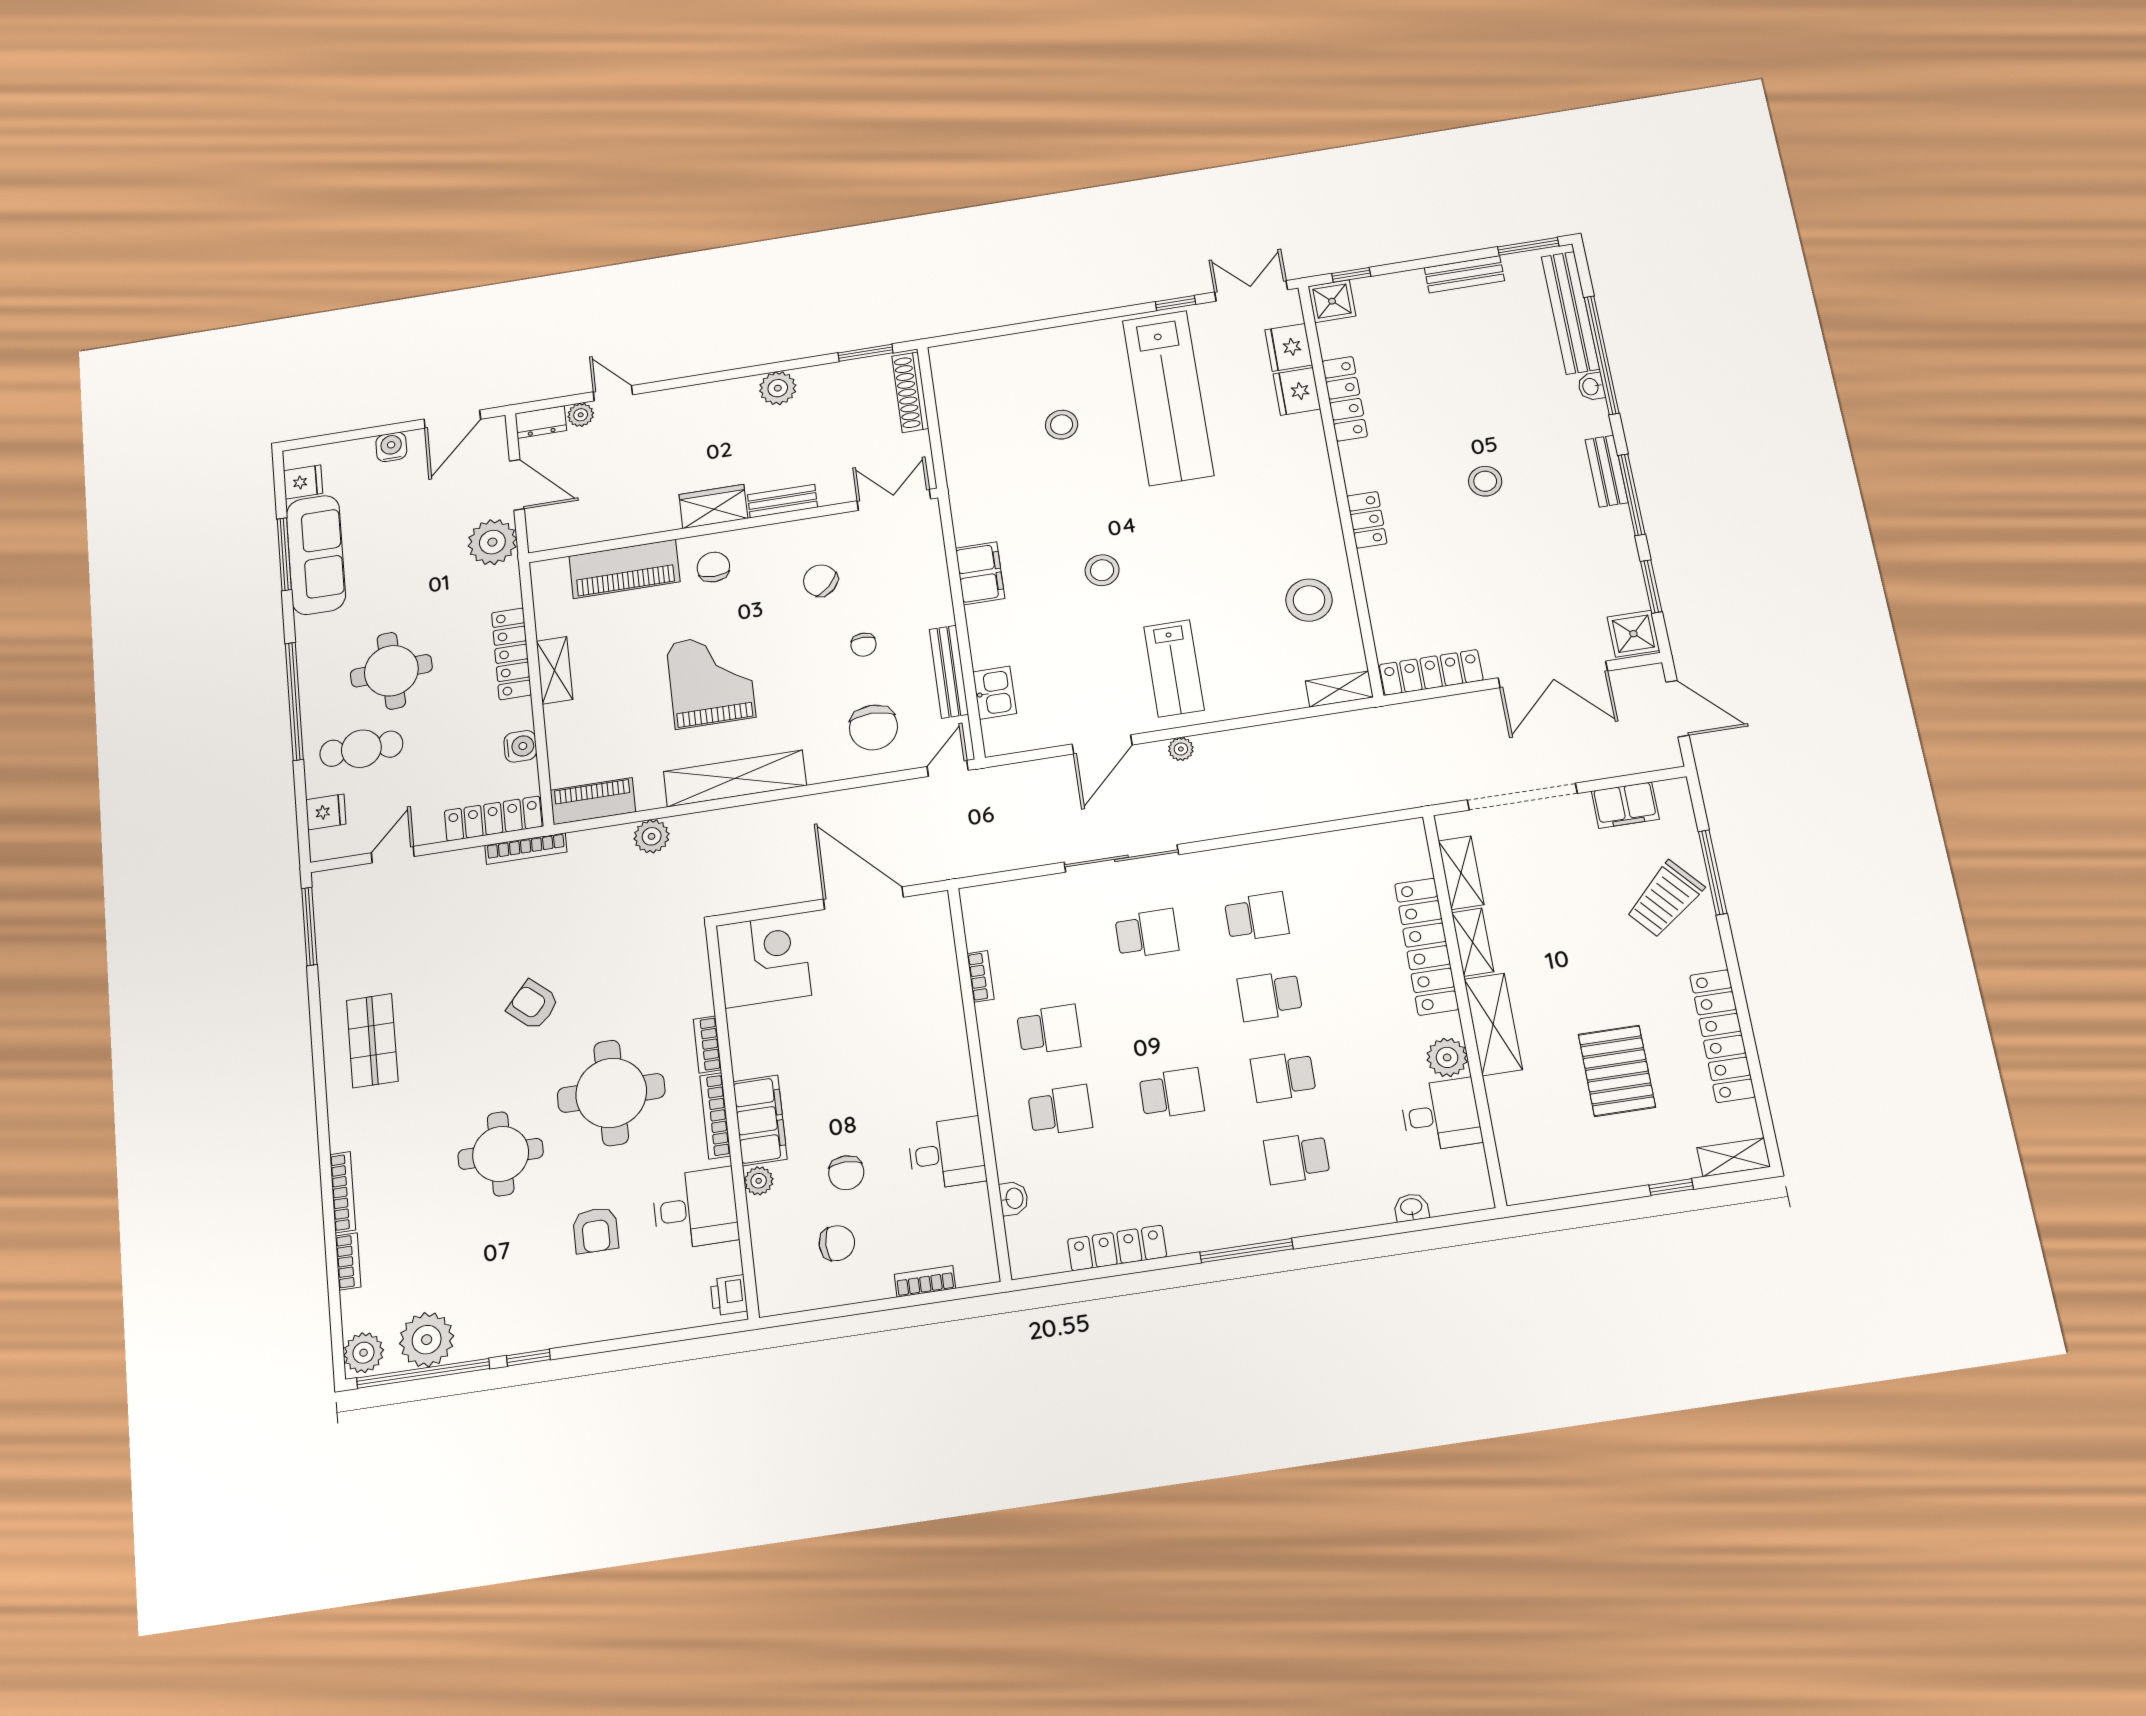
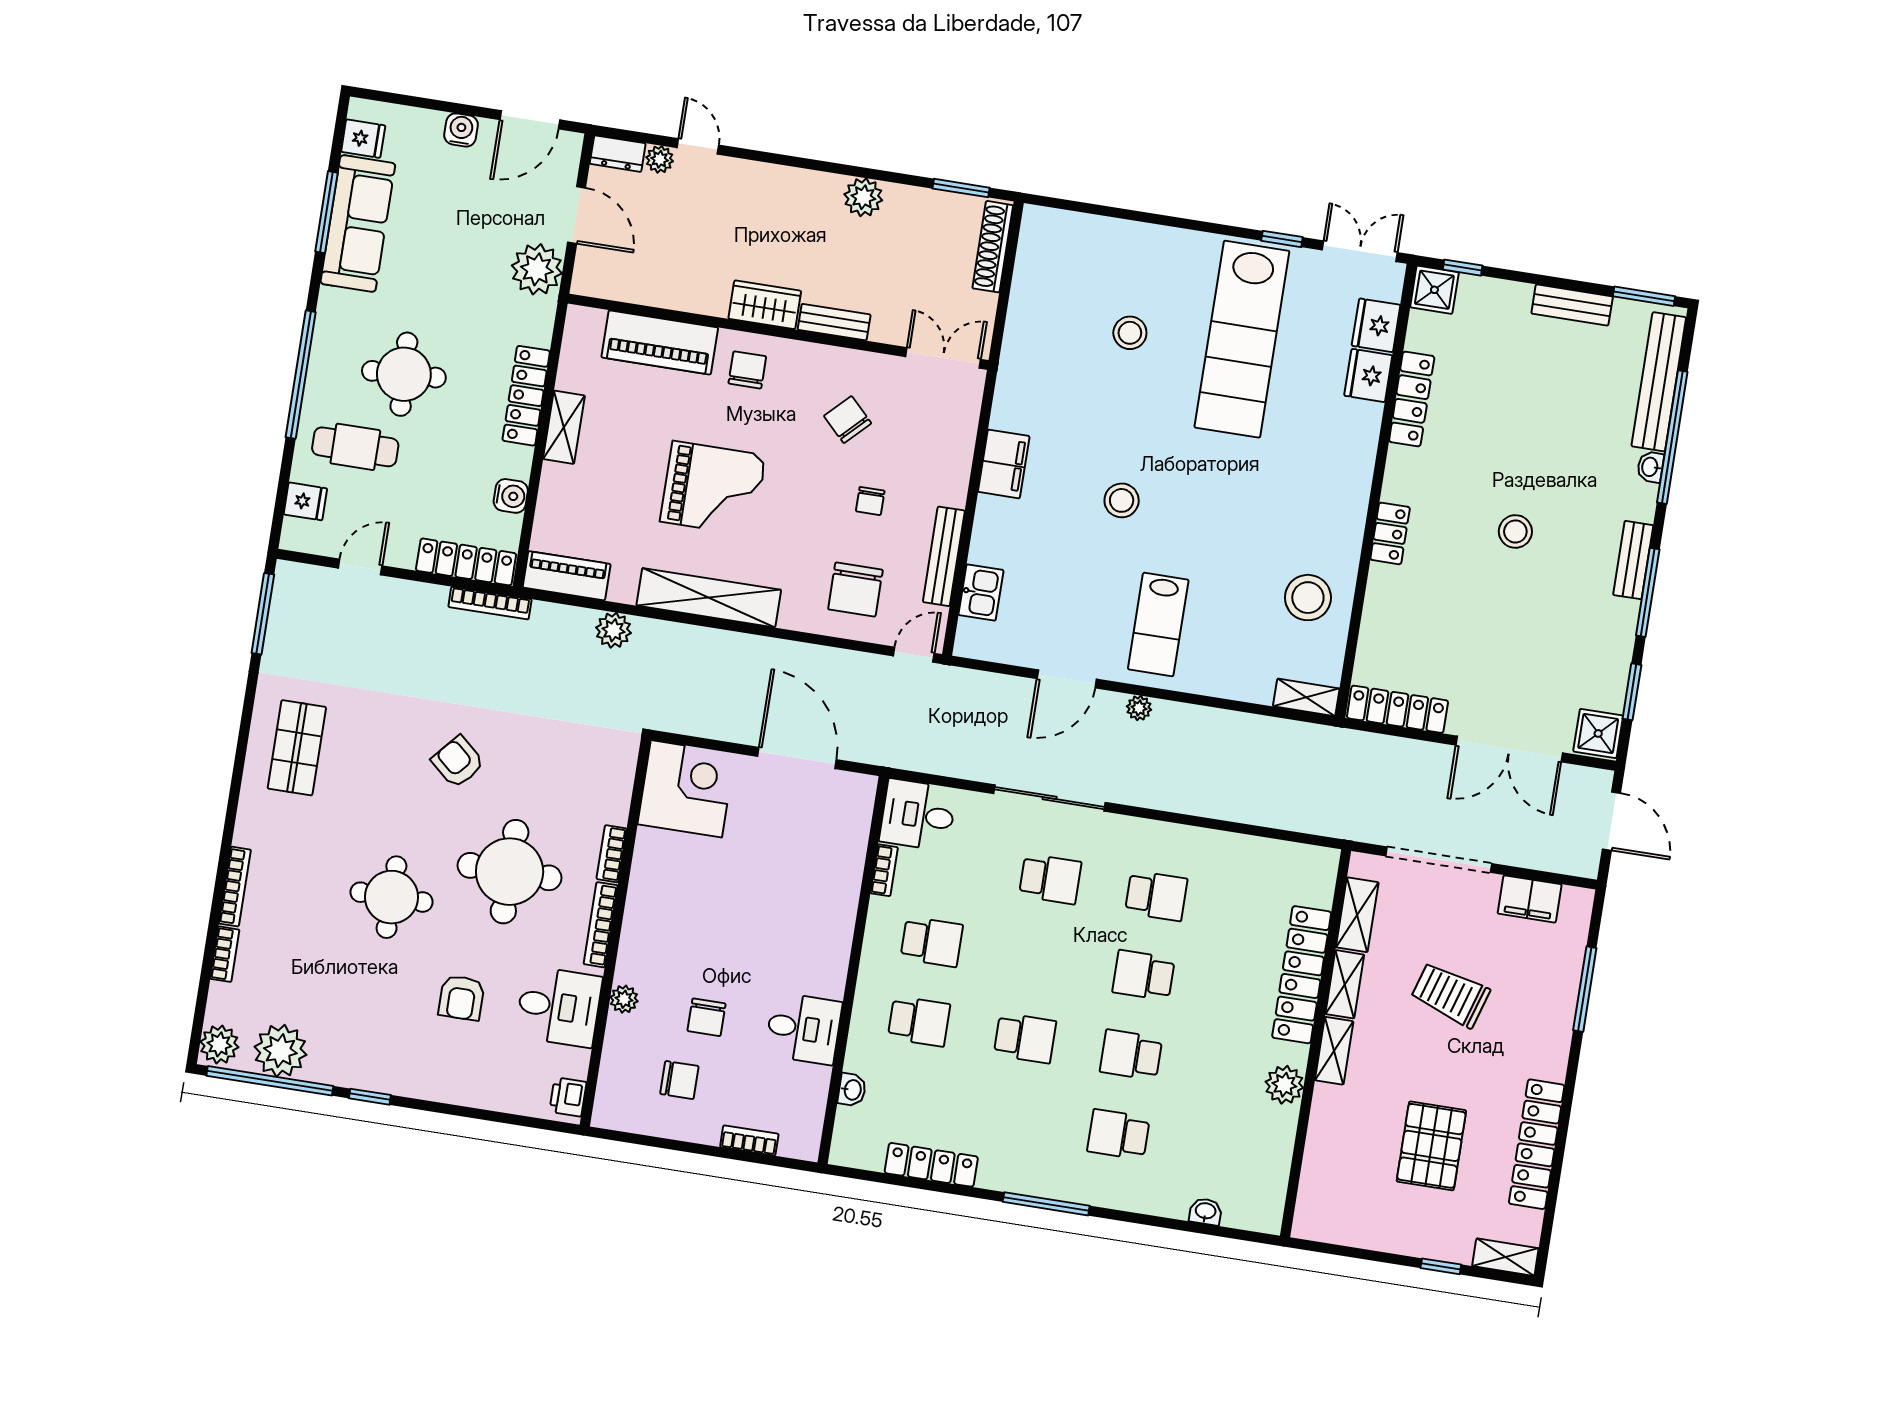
grand piano: (711, 680) -> (713, 488), turned 90
trolley: (1665, 899) -> (1450, 995), moved, turned 58
shelving: (1493, 1024) -> (1334, 1051), width x0.67, depth x0.75
desk: (1441, 1115) -> (918, 815), moved, turned 180
filing cabinet: (760, 1120) -> (641, 942), removed

